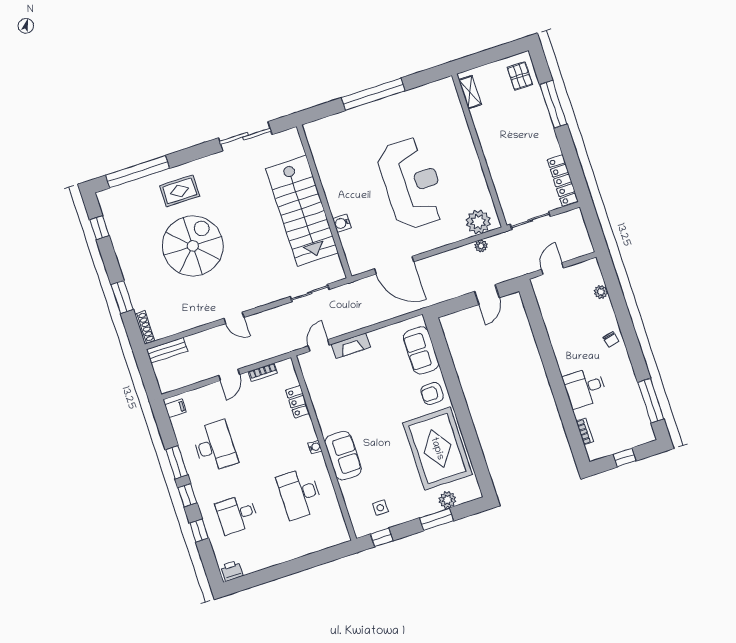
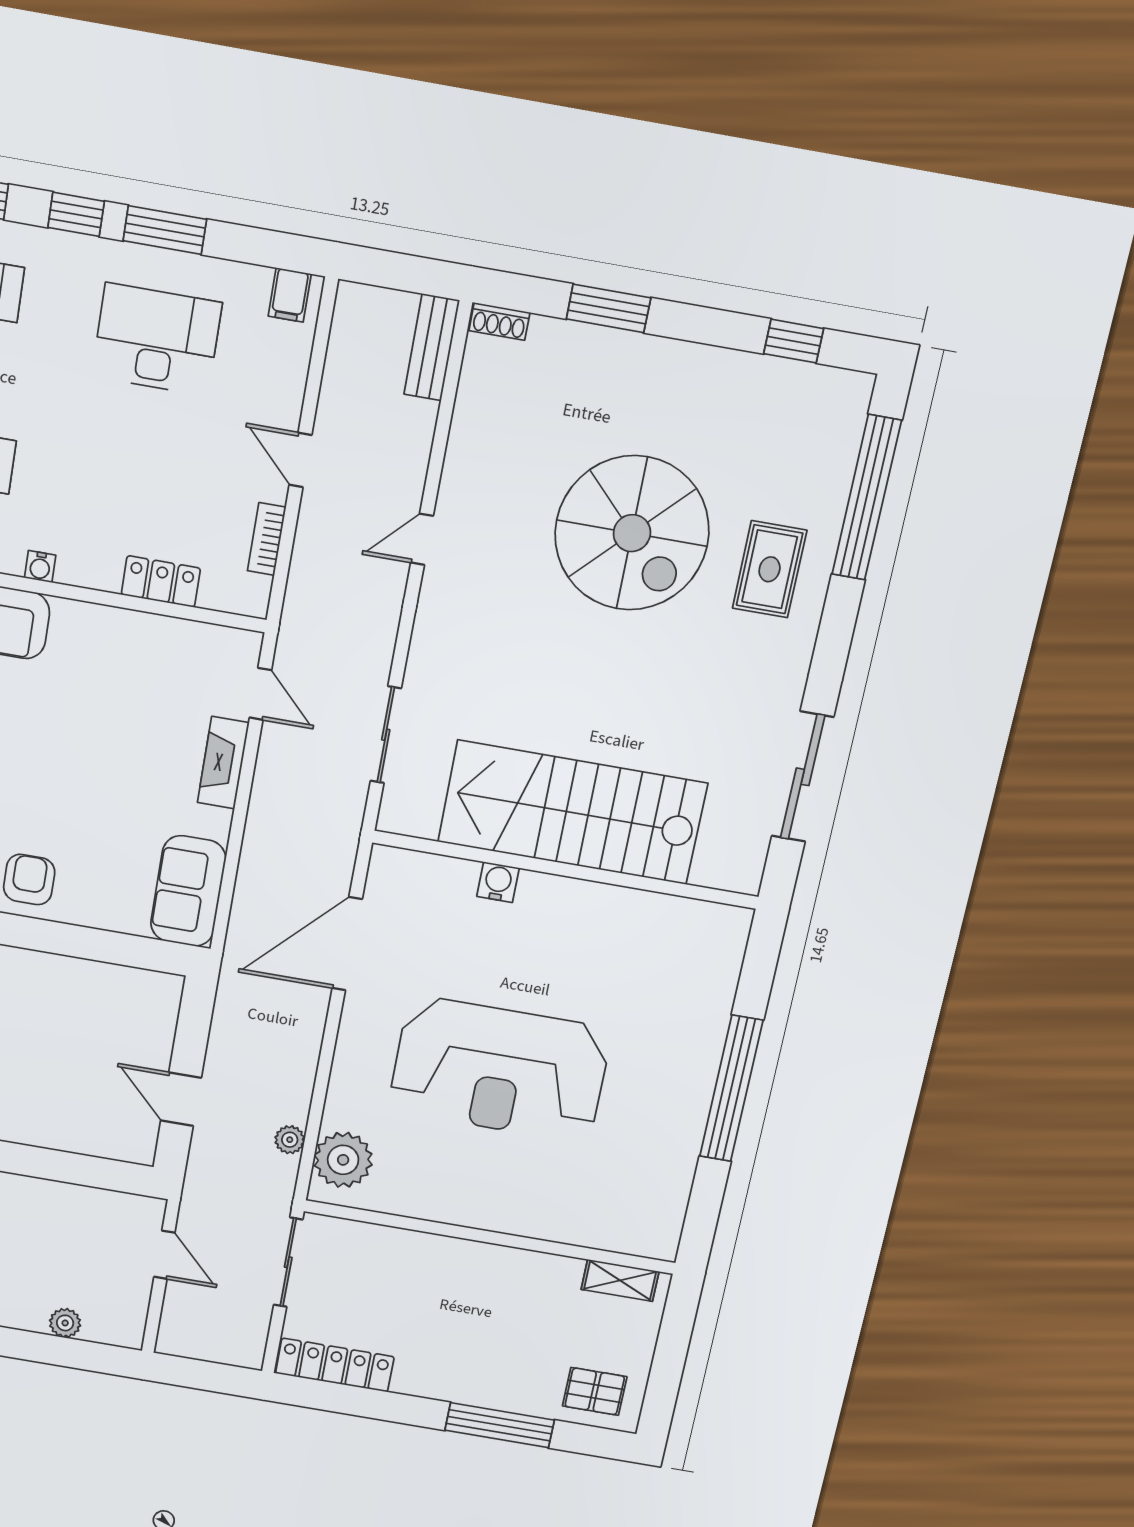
shoe rack: (145, 327) -> (499, 321), width x0.70
sofa: (421, 350) -> (188, 891), moved, turned -90
desk: (215, 446) -> (157, 340), turned 180

